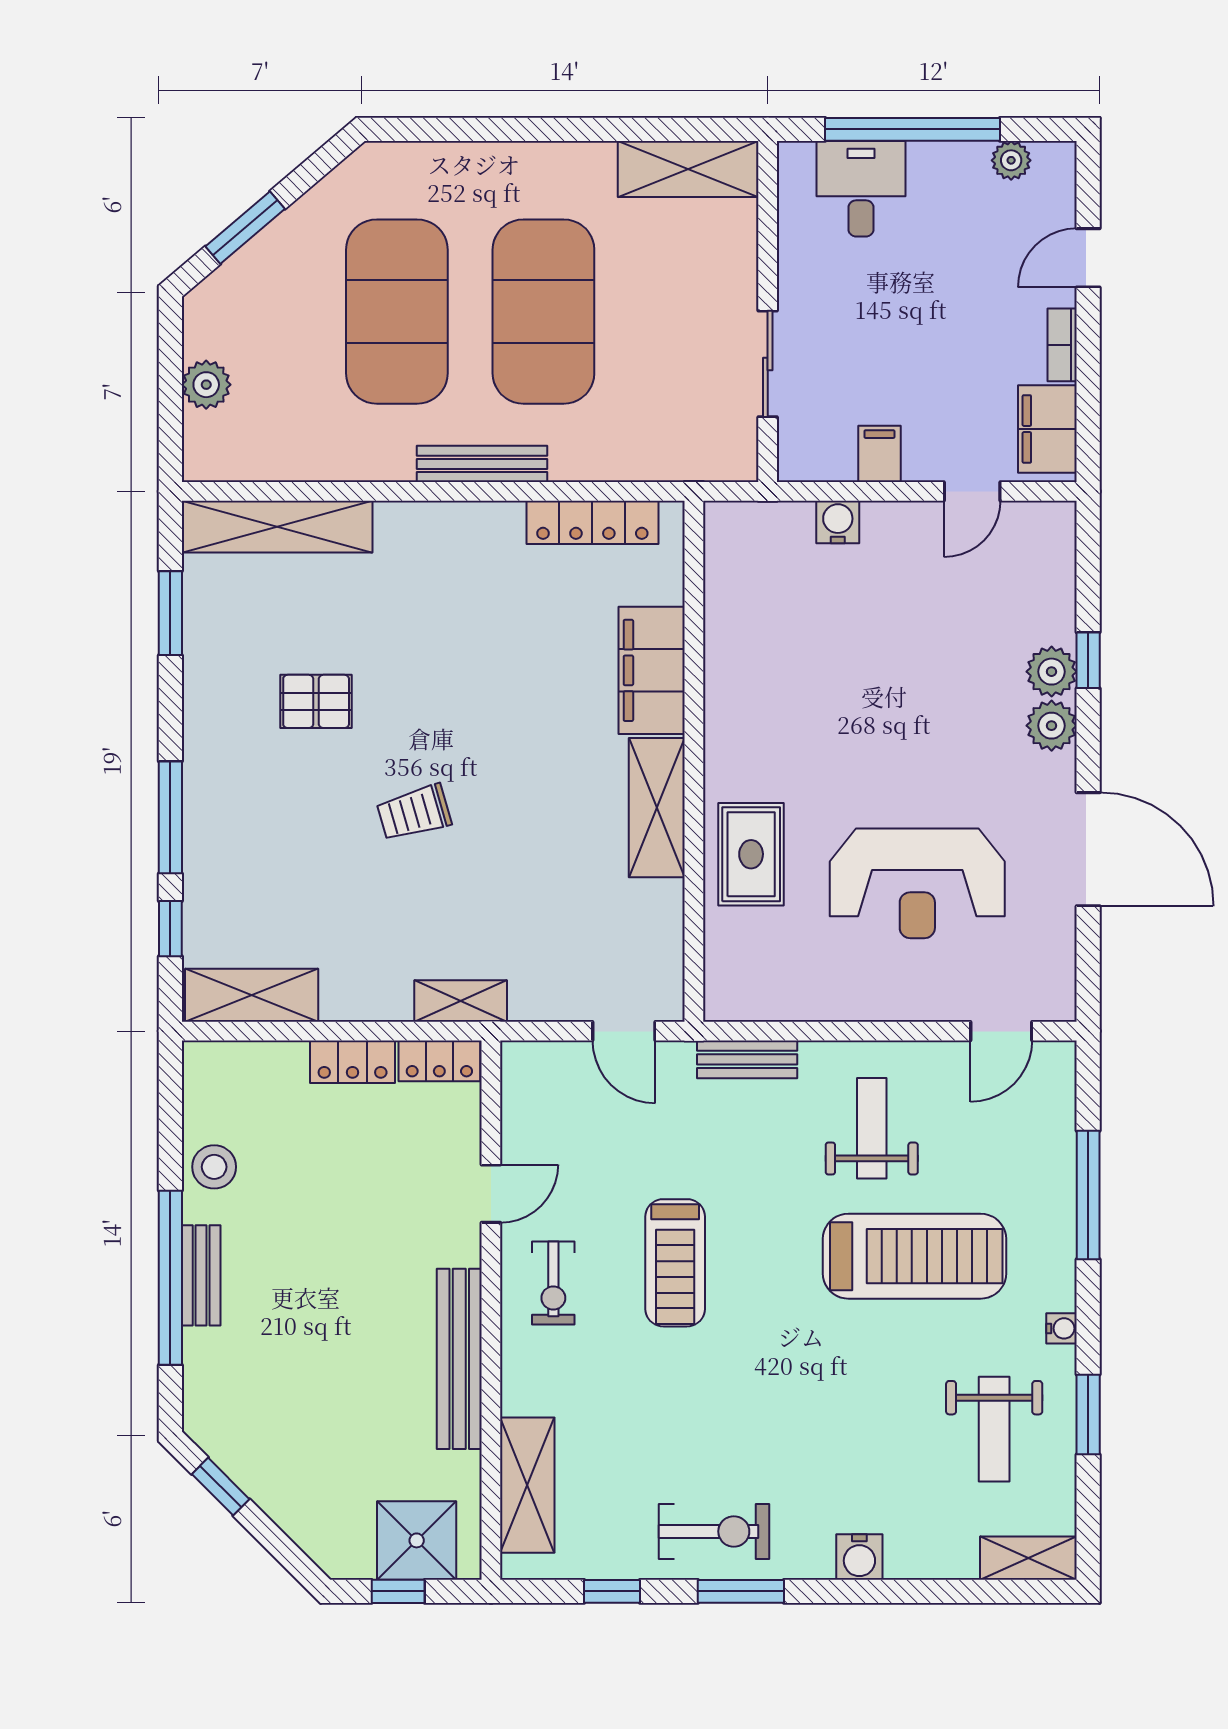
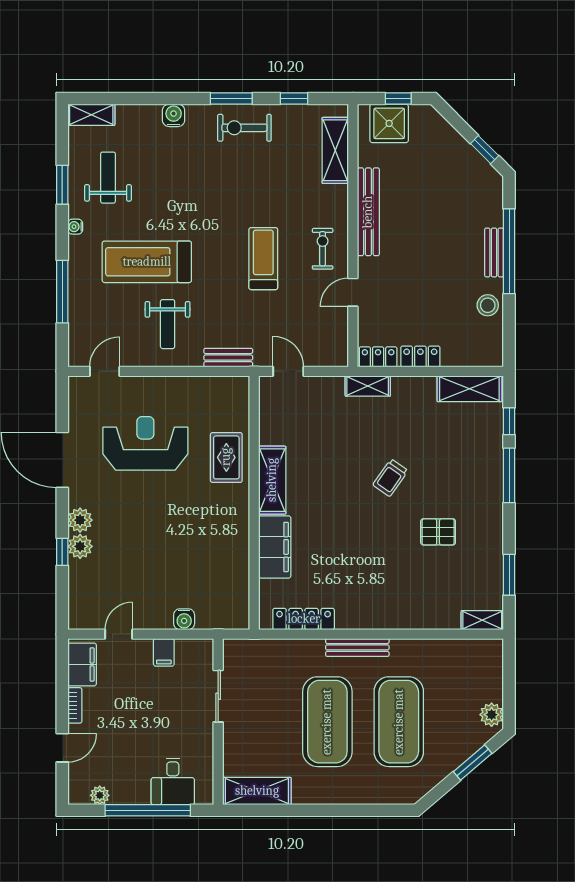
plant: (206, 385) -> (492, 715), moved
shelving: (277, 527) -> (482, 620), width x0.45, depth x0.75
trolley: (414, 813) -> (390, 478), turned 141

